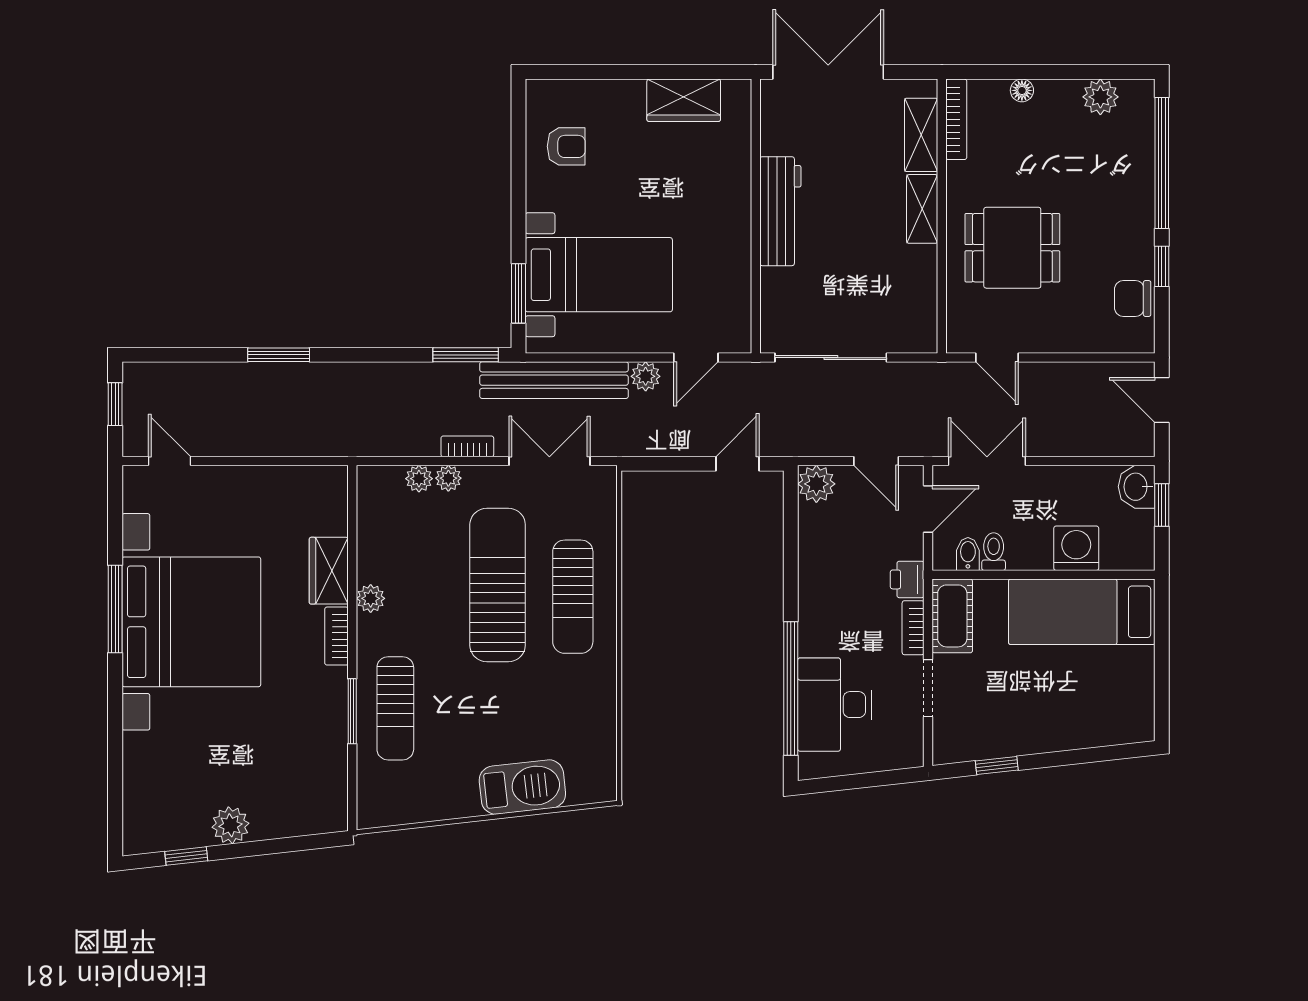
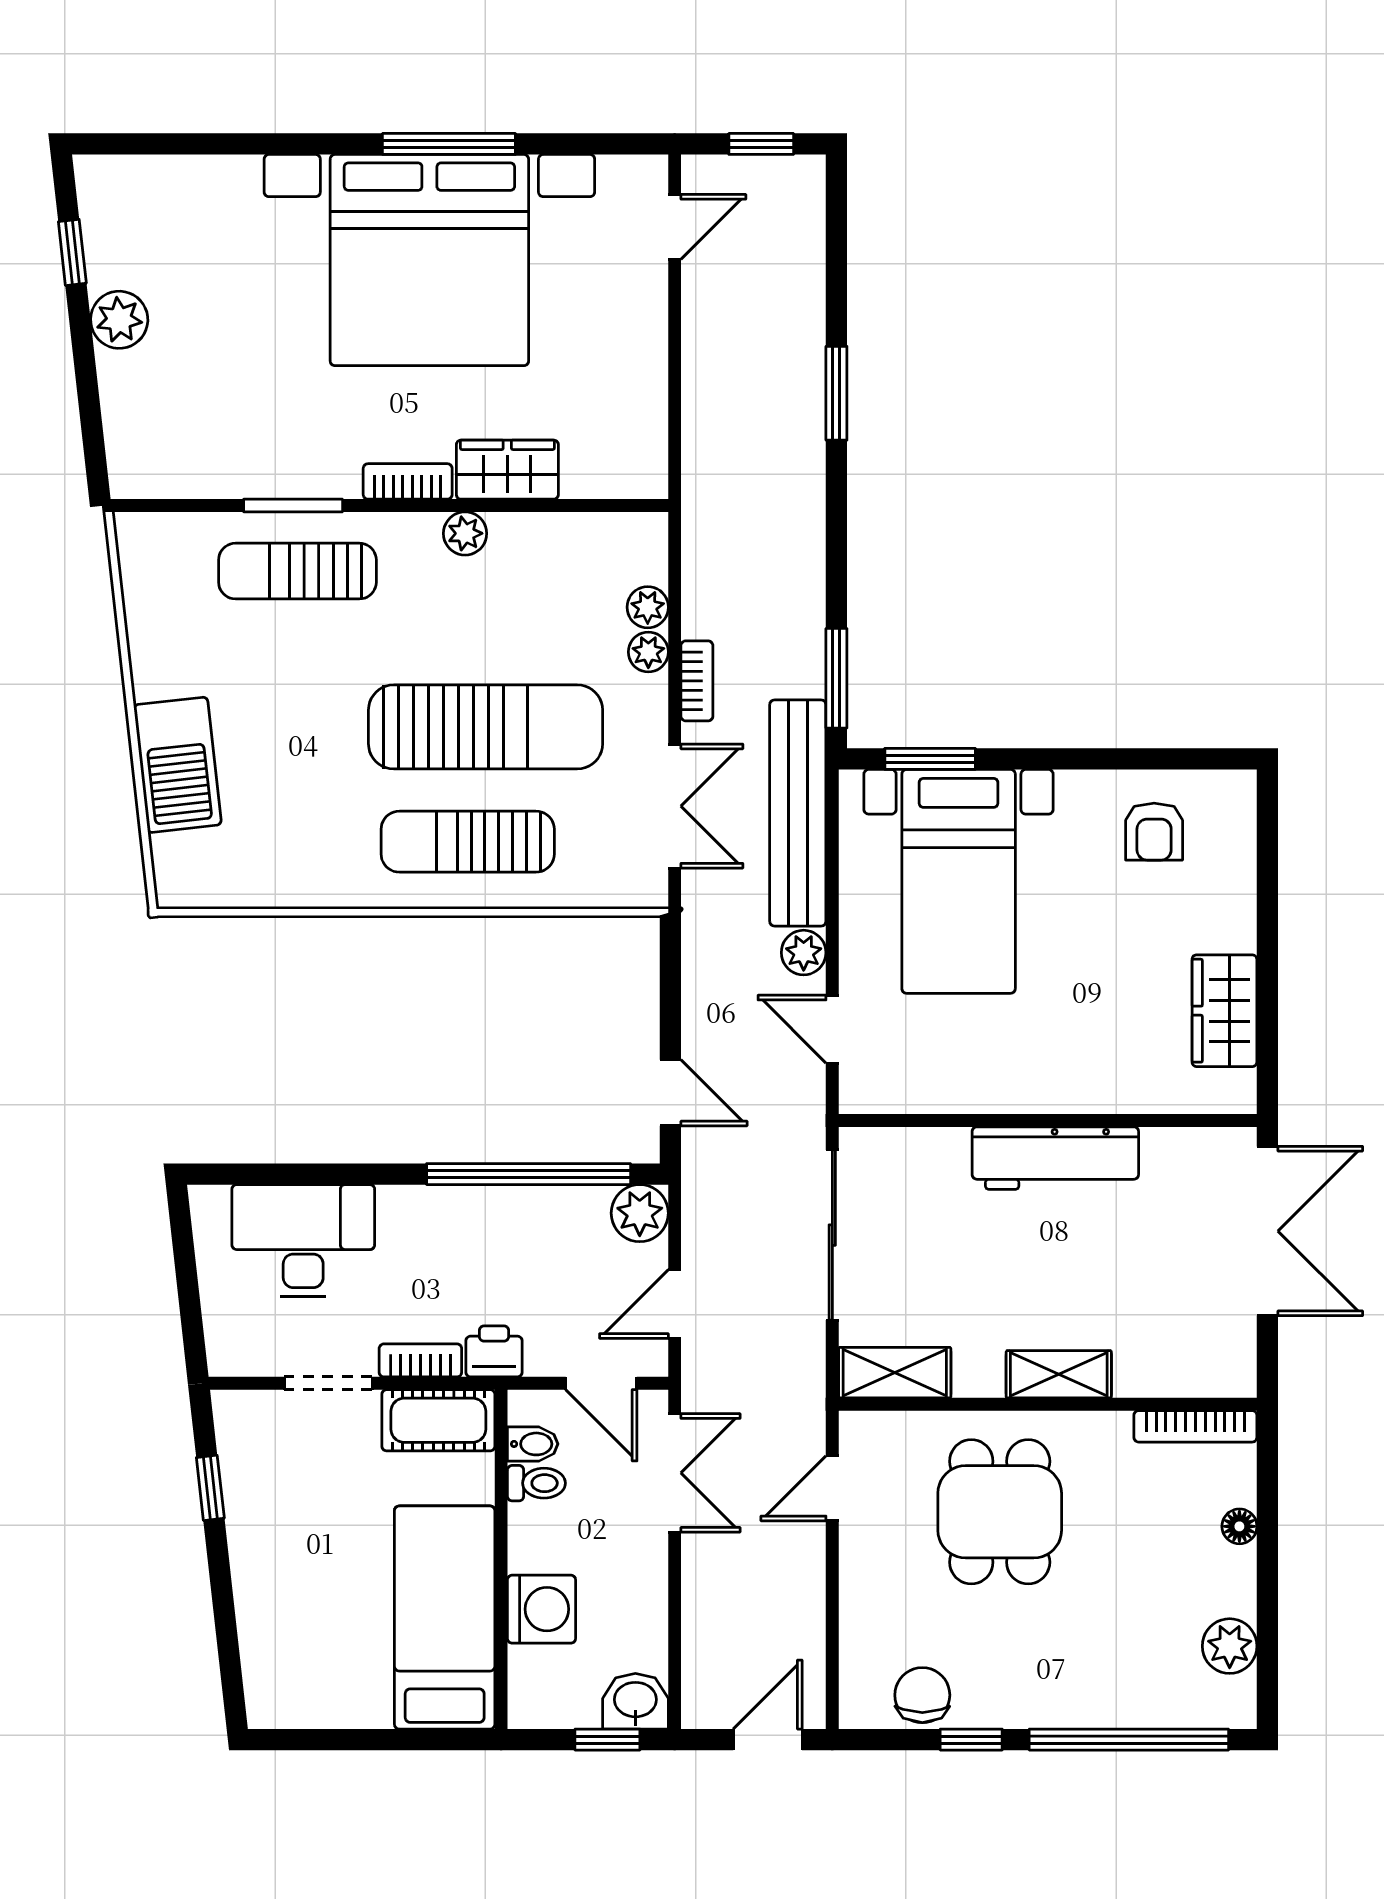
shelving: (921, 135) -> (895, 1373), moved
window: (791, 688) -> (529, 1174), moved

